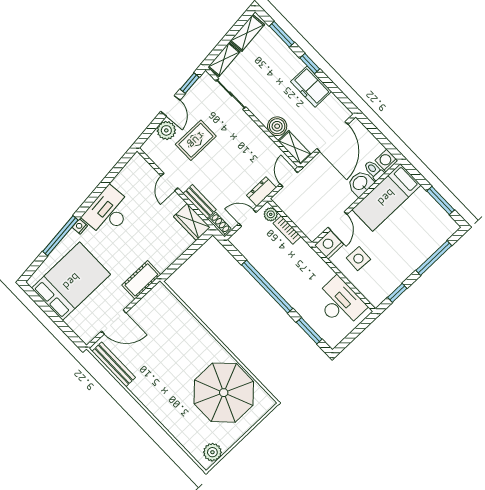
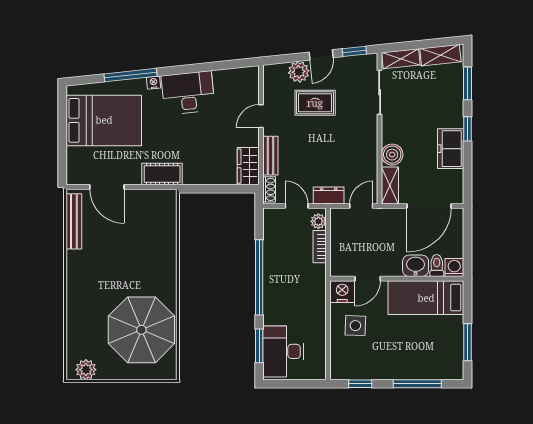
desk: (340, 303) -> (283, 351), moved, turned 180

